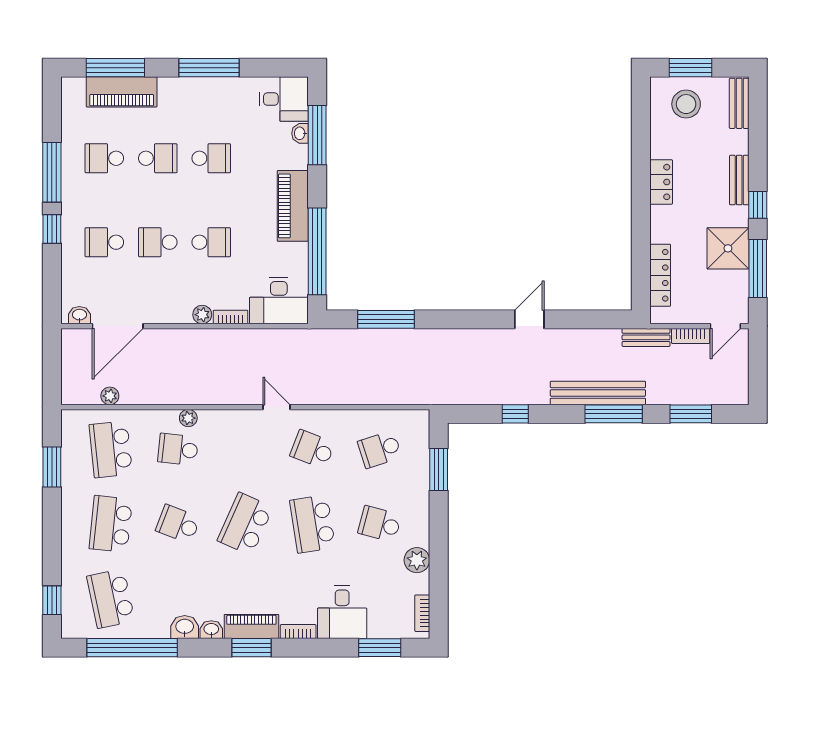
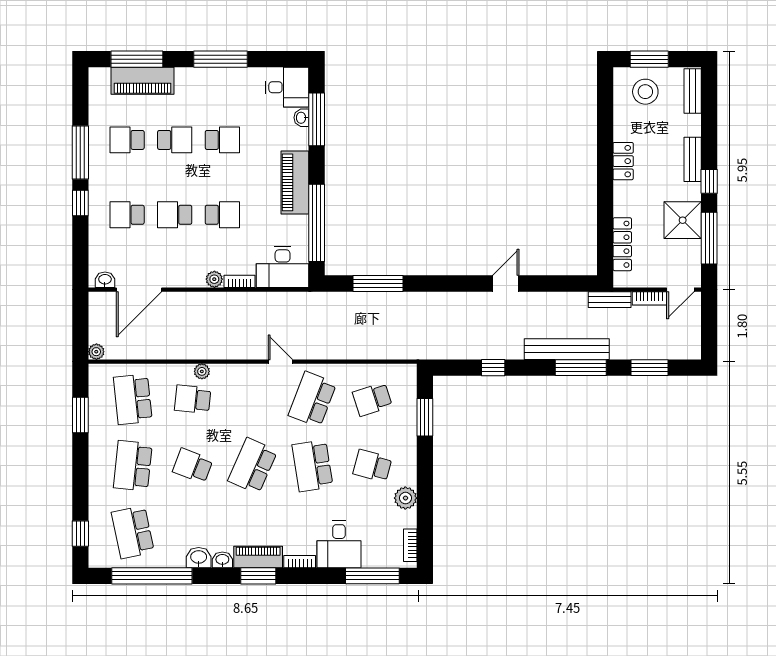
plant: (110, 396) -> (96, 352), moved
school desk: (312, 449) -> (312, 399), width x1.85
window: (380, 648) -> (372, 576), width x1.44

